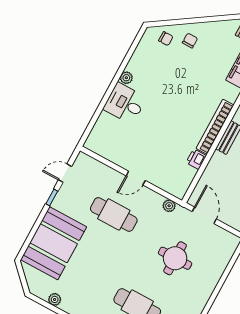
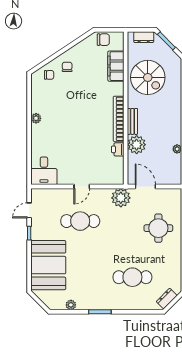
desk: (125, 103) -> (44, 171), moved, turned -90
plant: (219, 165) -> (137, 145), added
plant: (169, 206) -> (121, 198), width x1.88, depth x1.88
round table: (175, 258) -> (158, 228), moved

